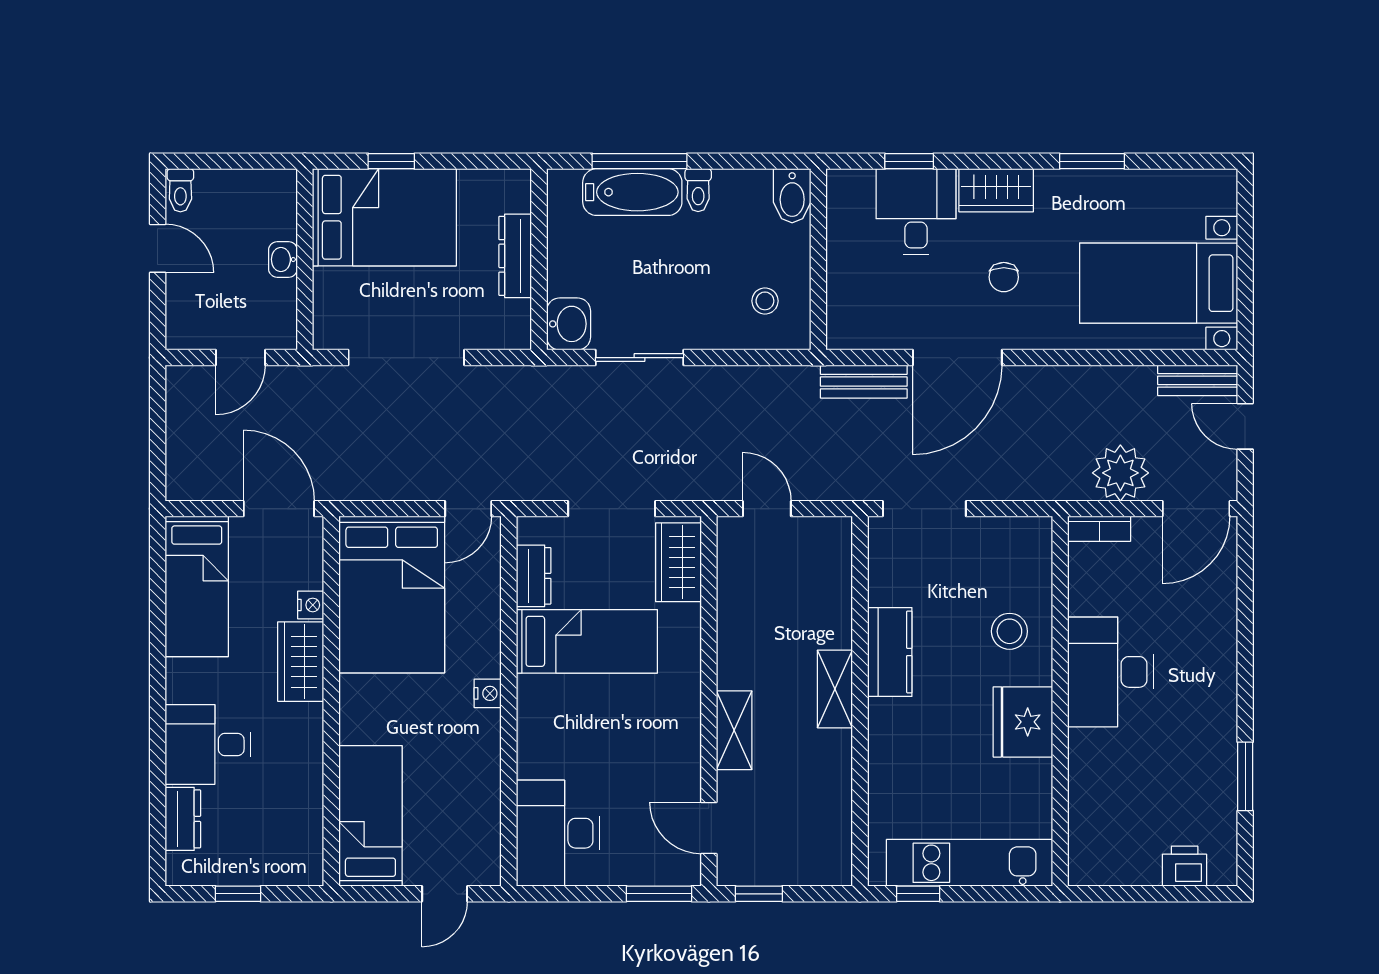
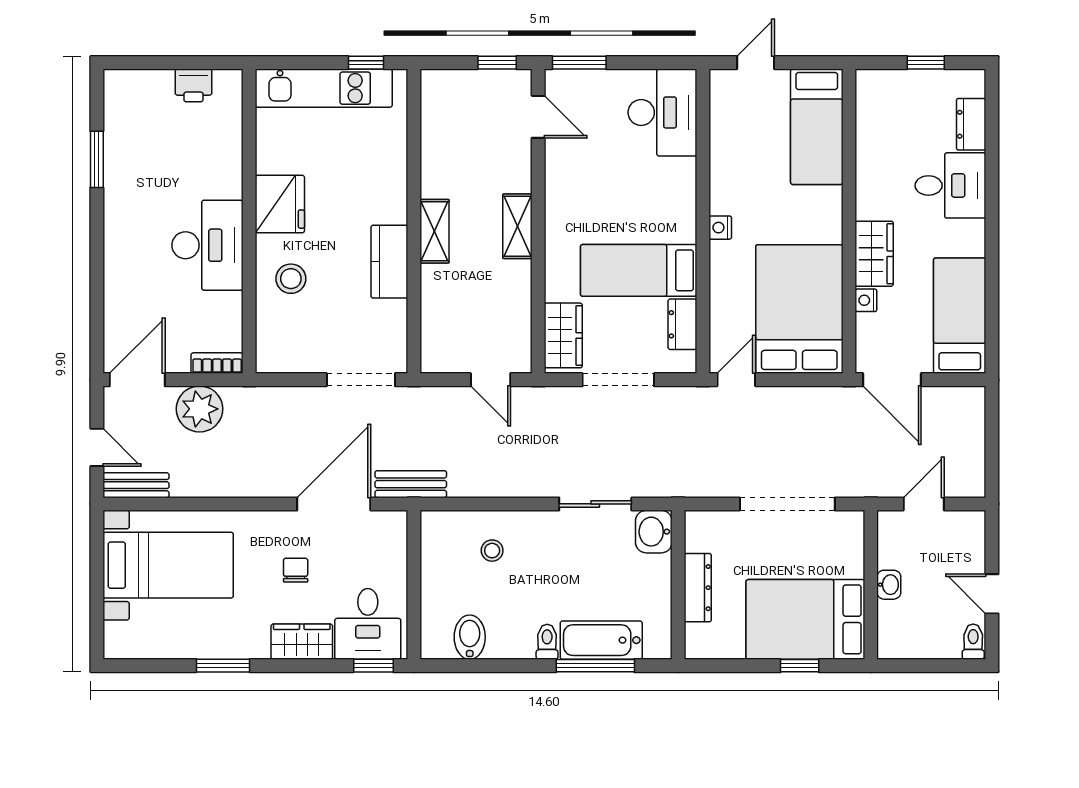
wall: (818, 259) -> (414, 585), moved
shelving: (734, 730) -> (517, 226), moved
printer: (1185, 866) -> (193, 85), moved

